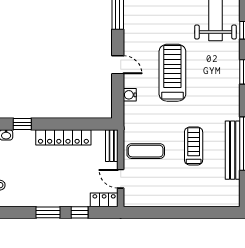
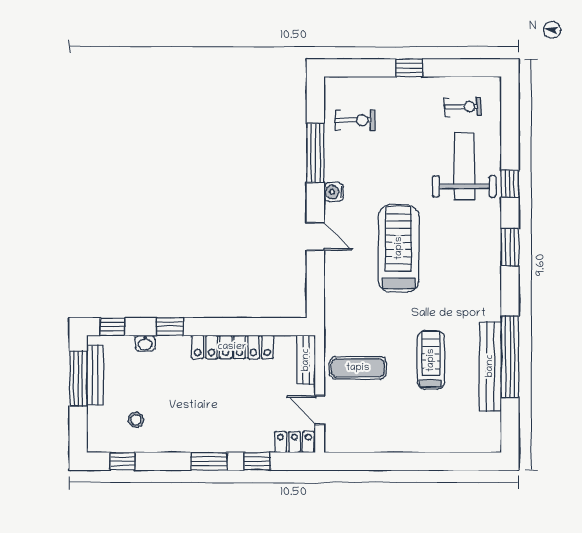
water cooler: (130, 95) -> (334, 192), moved

